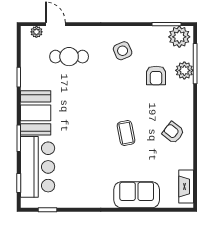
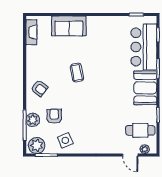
side table: (123, 51) -> (65, 140), moved
cafe table: (69, 57) -> (140, 130), moved
armchair: (173, 133) -> (39, 88), moved

